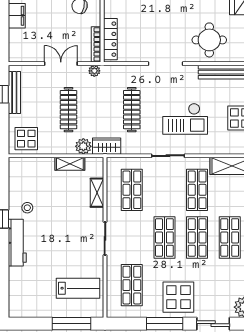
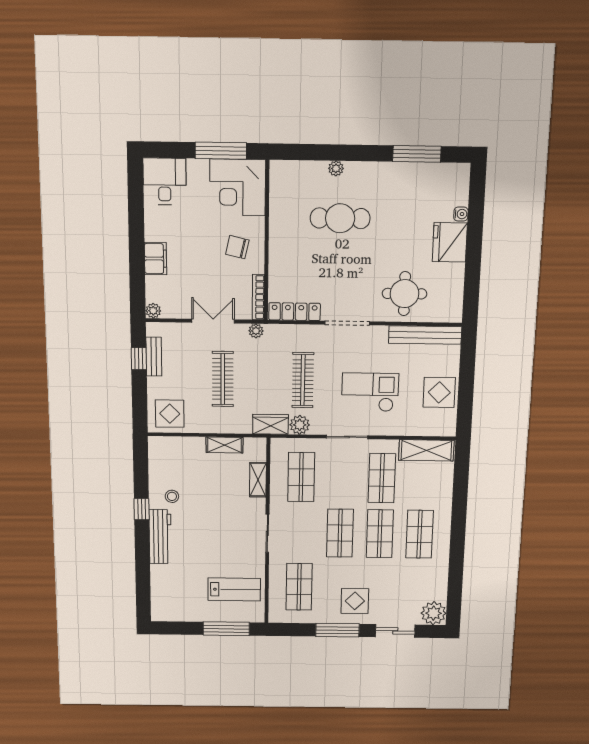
locker: (110, 39) -> (295, 312), moved, turned -90
plant: (14, 56) -> (153, 311), added
bench: (14, 92) -> (154, 357), width x0.73
checkout: (185, 119) -> (370, 392), turned 180
plant: (83, 146) -> (300, 425), moved
display table: (178, 297) -> (355, 601), width x0.73, depth x0.73

